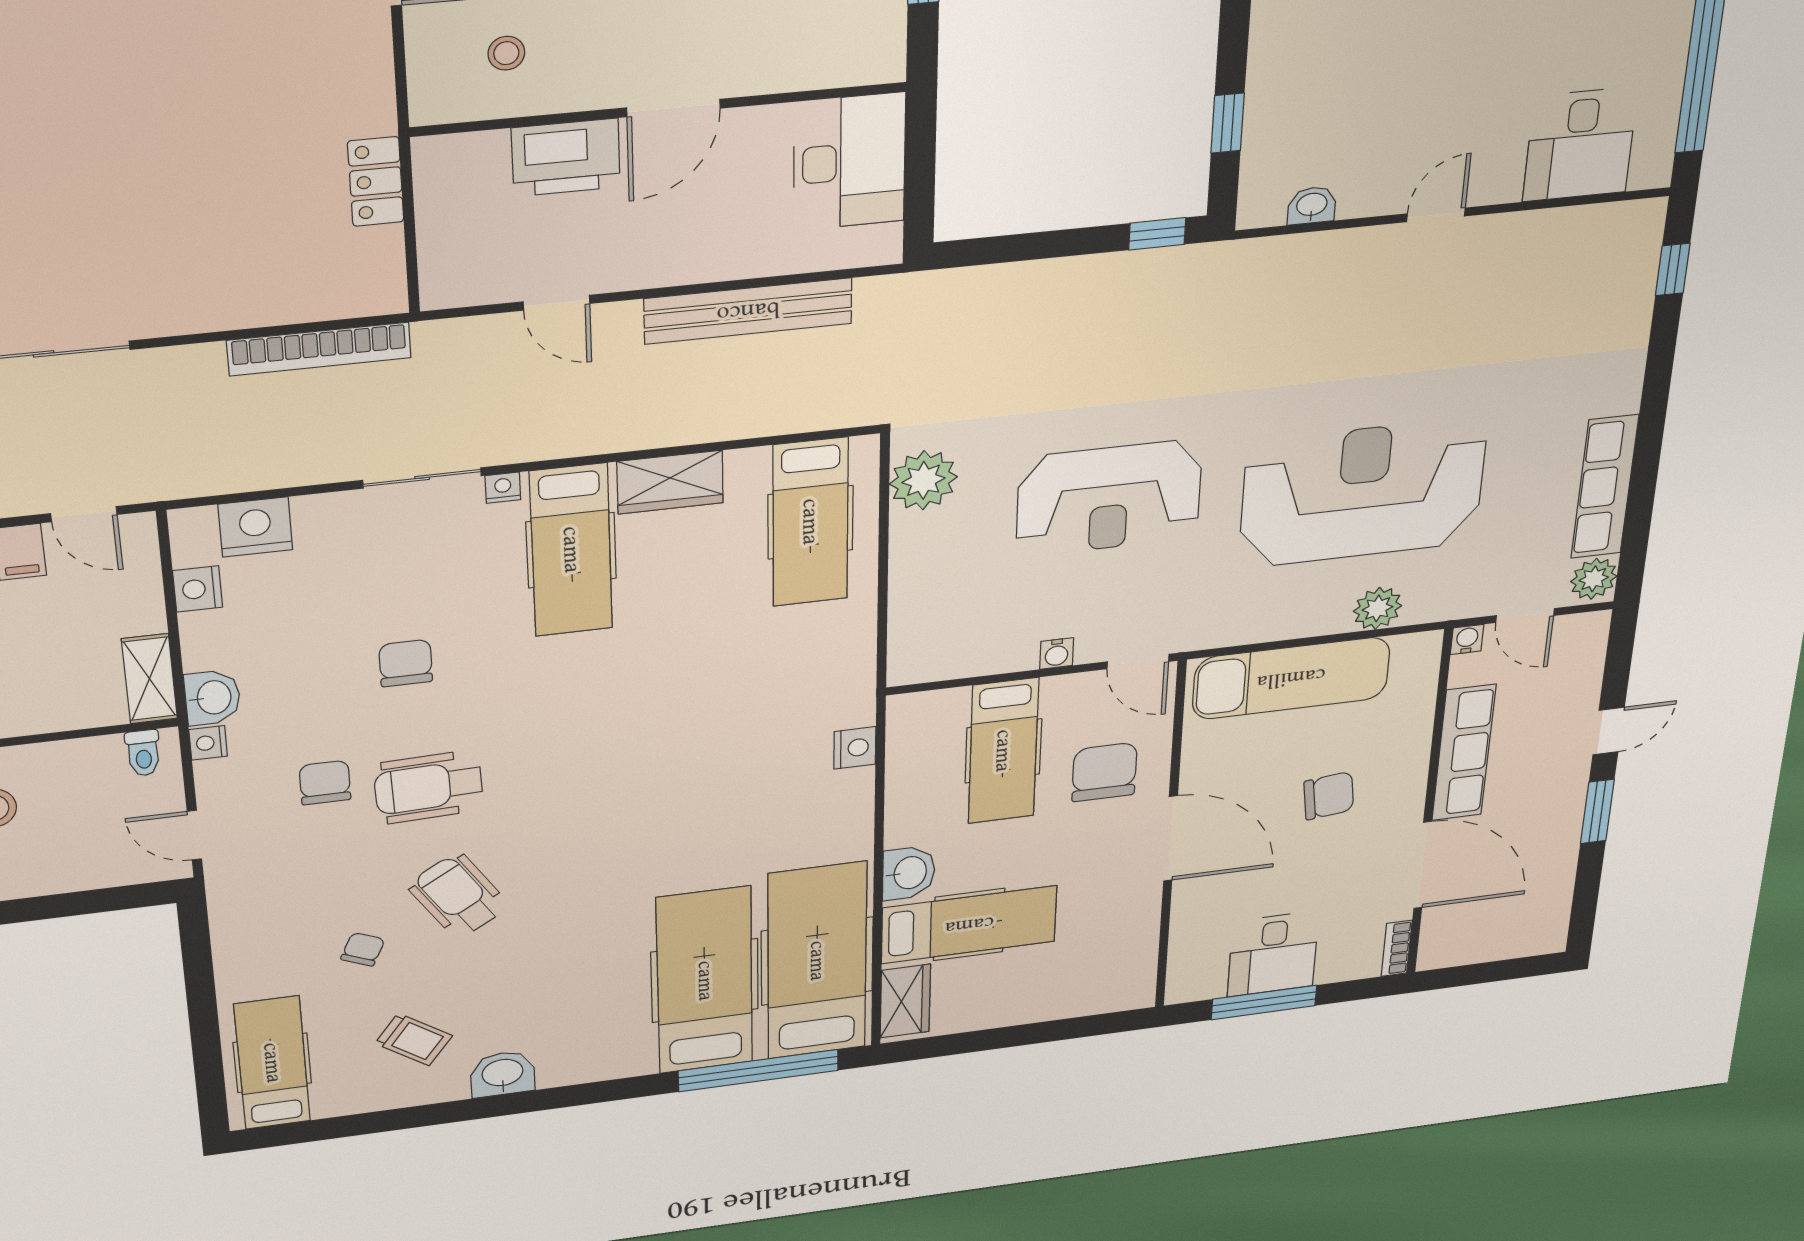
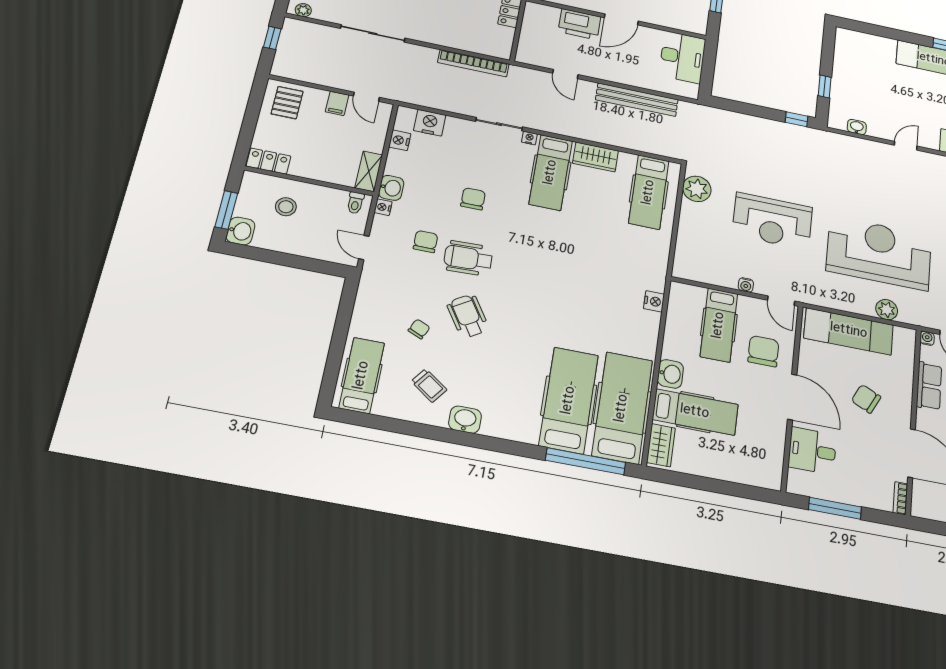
row of seats: (1464, 753) -> (929, 386), width x0.68
chair: (1329, 796) -> (866, 399), turned -147
desk: (1273, 954) -> (812, 451), moved, turned 90

